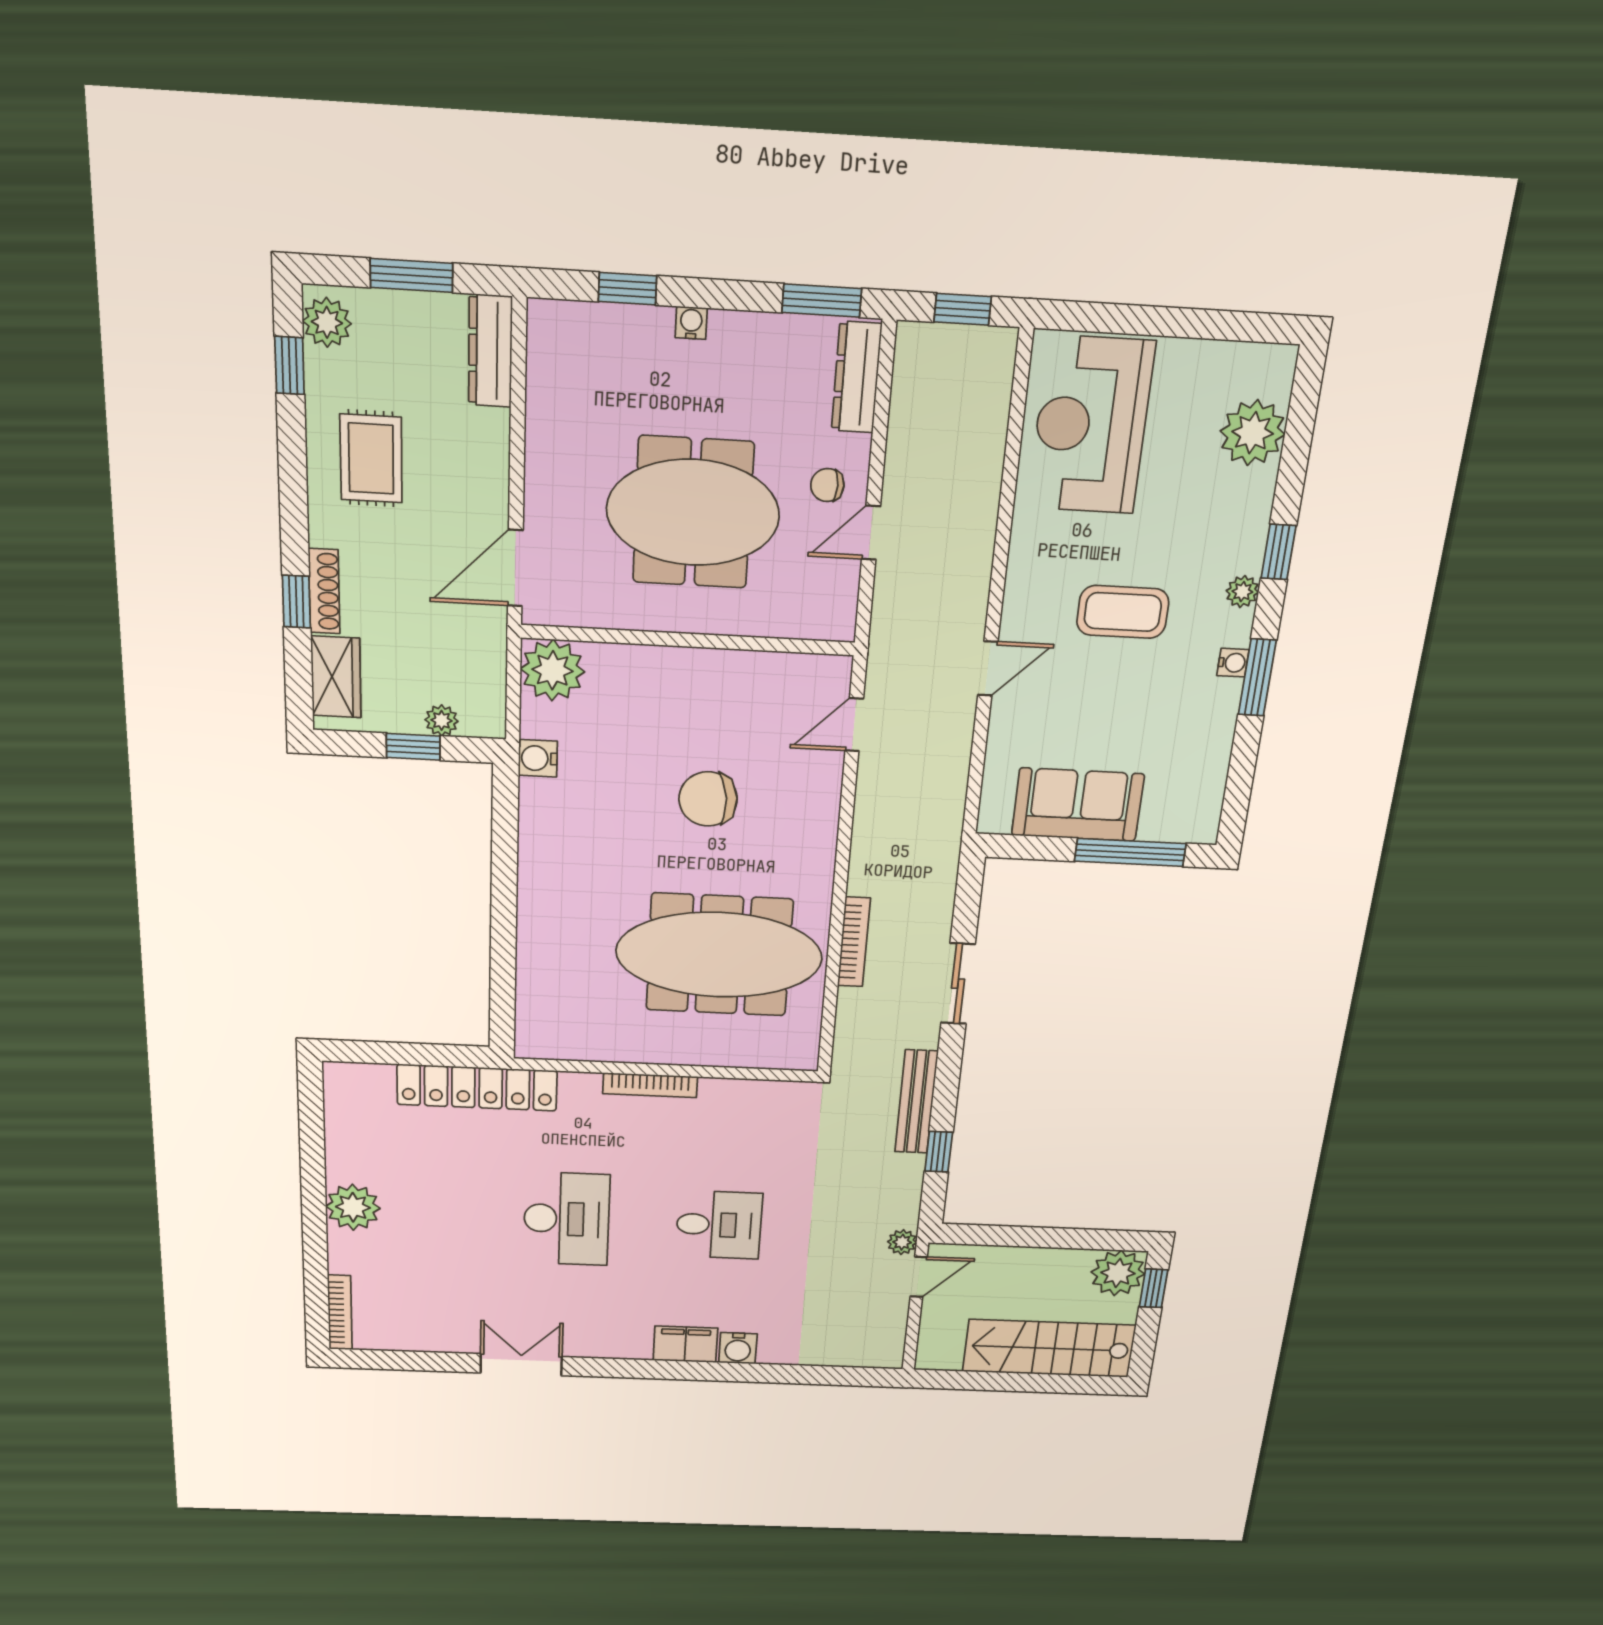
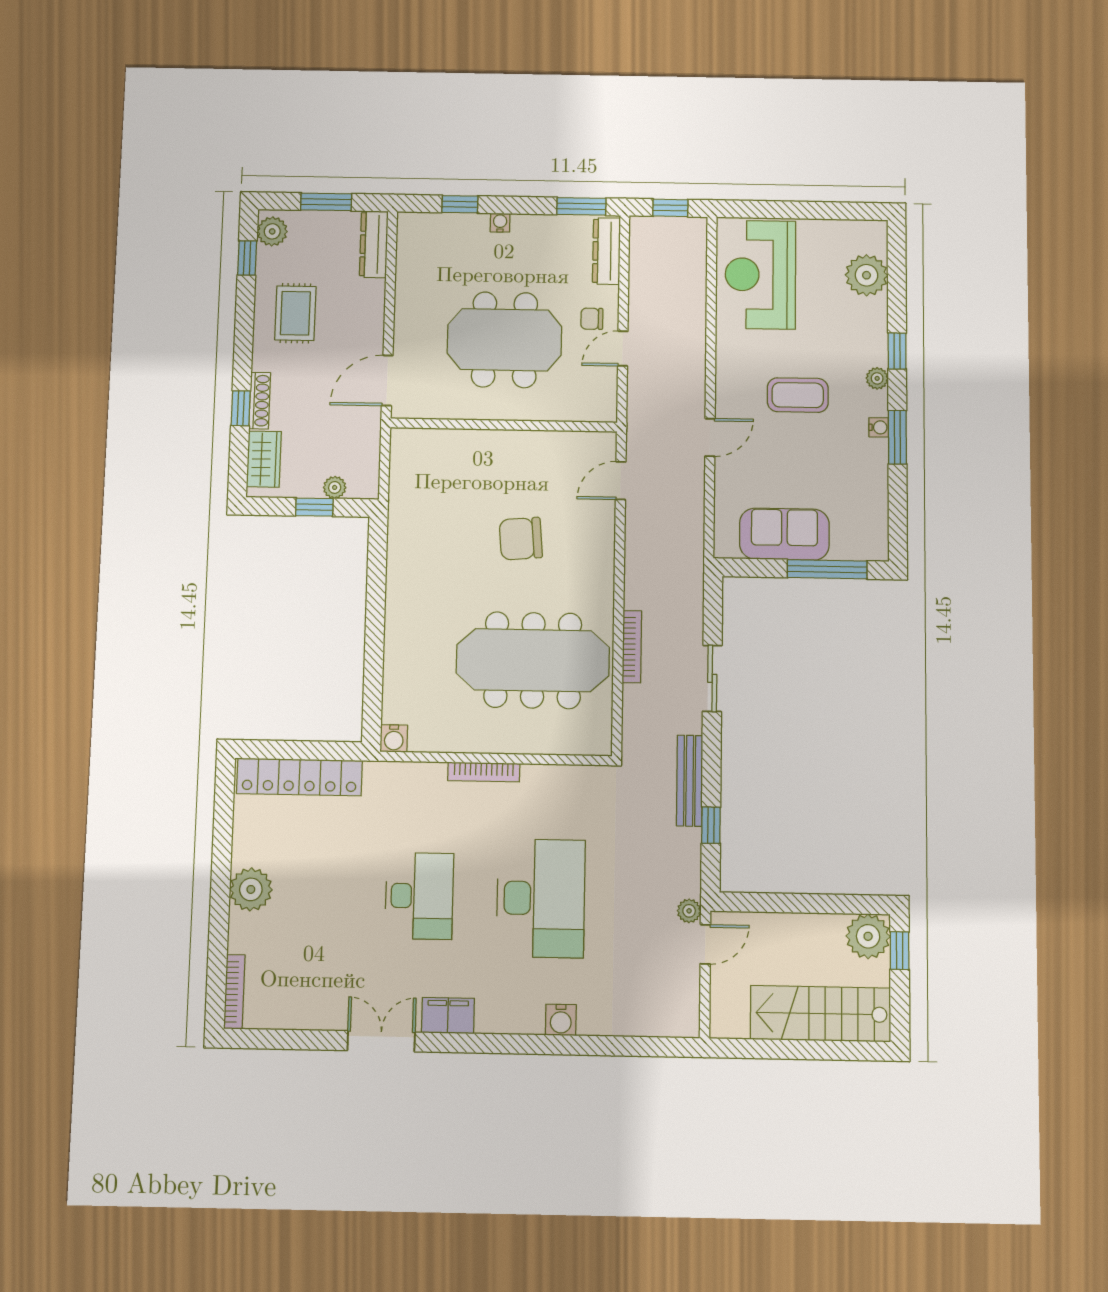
plant: (553, 670) -> (411, 449), removed
water cooler: (538, 758) -> (394, 738), moved, turned -90
locker: (477, 1088) -> (299, 777), moved
desk: (719, 1225) -> (541, 898), width x1.87, depth x1.30
filing cabinet: (685, 1344) -> (448, 1016), moved

